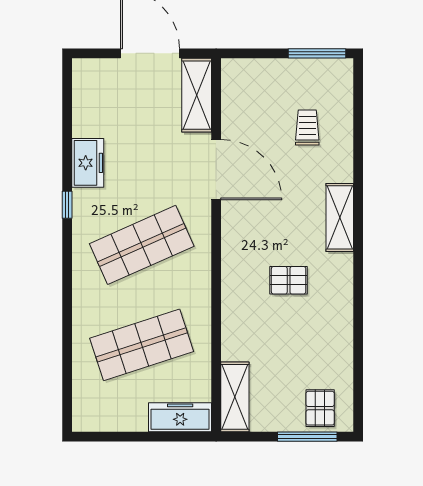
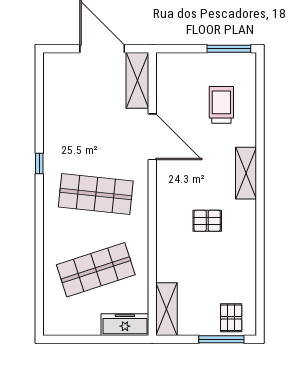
trolley: (307, 128) -> (221, 105), width x1.36, depth x1.39
freezer: (88, 163) -> (55, 132), removed
shop shelf: (142, 245) -> (96, 194), turned 30

